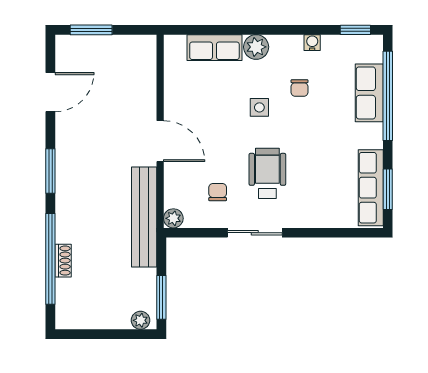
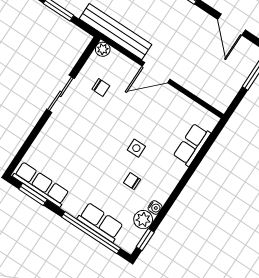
plant: (256, 47) -> (143, 220), moved
wheelchair: (267, 173) -> (92, 126), removed

